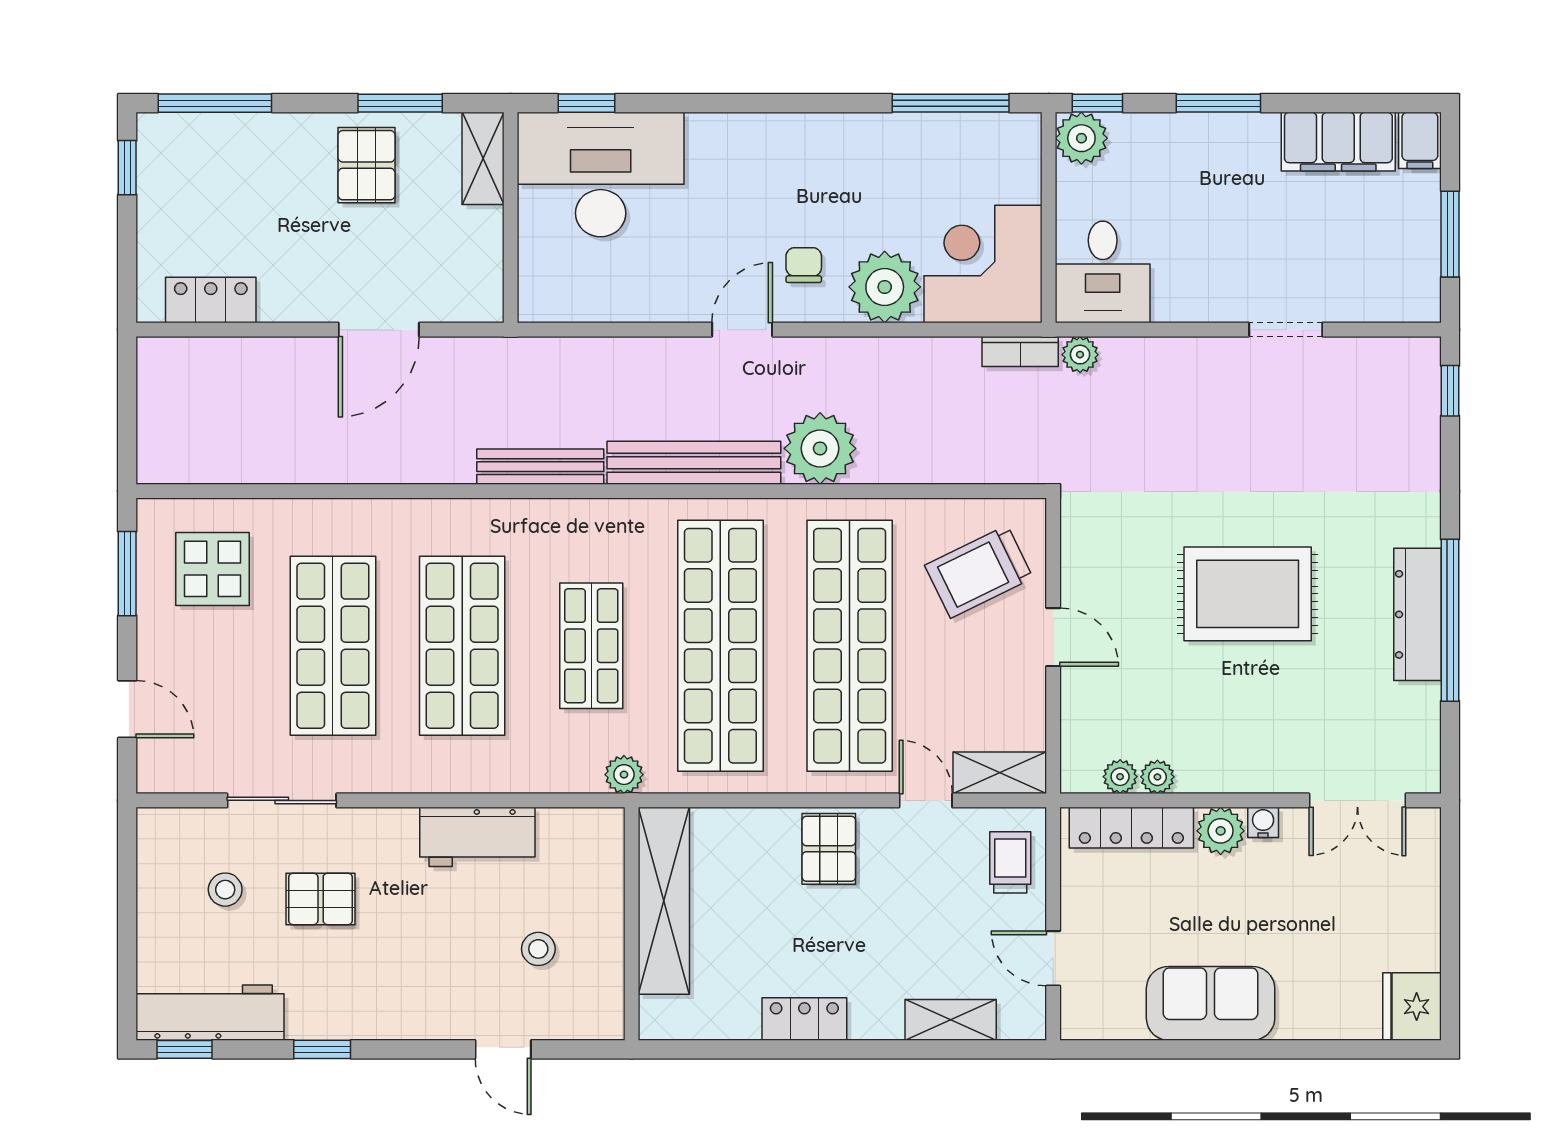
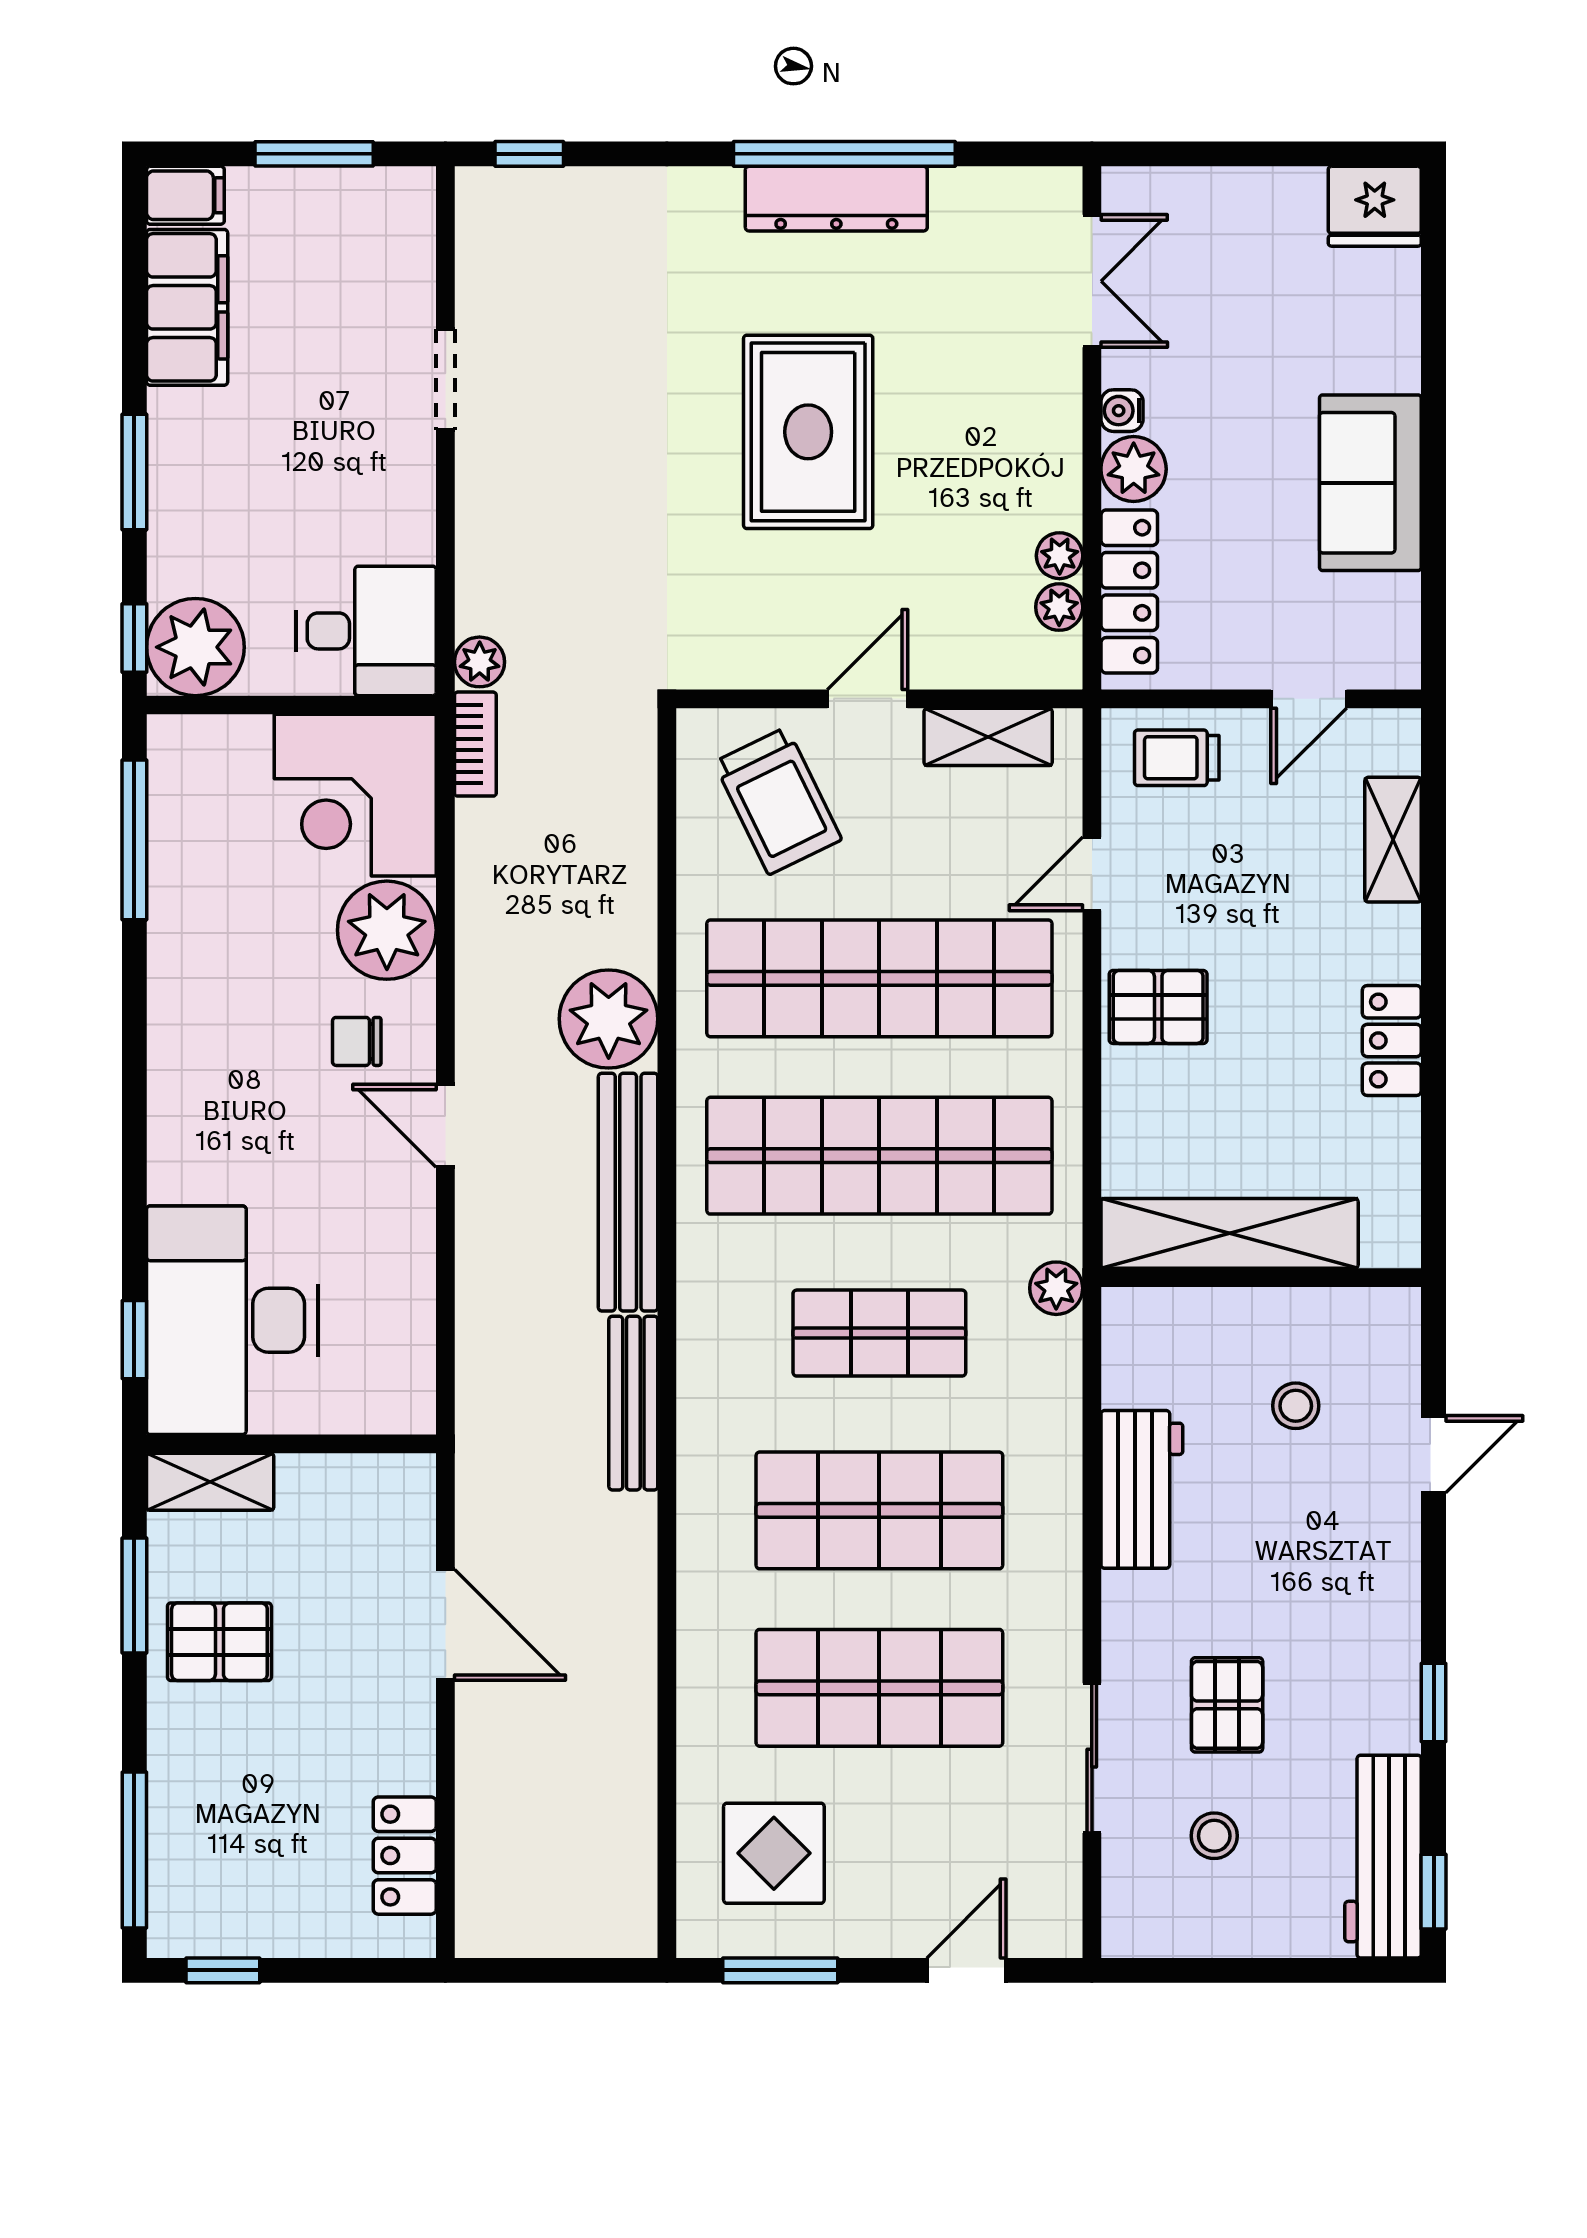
plant: (1081, 138) -> (195, 647), width x1.36, depth x1.36
shelving: (1000, 773) -> (988, 737), moved, turned 90

